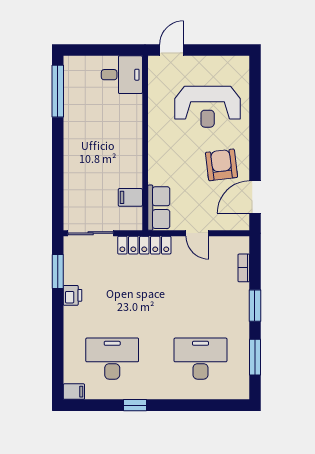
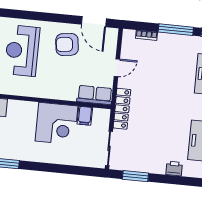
reception desk: (208, 107) -> (22, 51), turned 180
corner desk: (116, 161) -> (56, 124), added
printer: (73, 295) -> (174, 169), moved
window: (255, 306) -> (176, 30), width x1.44

